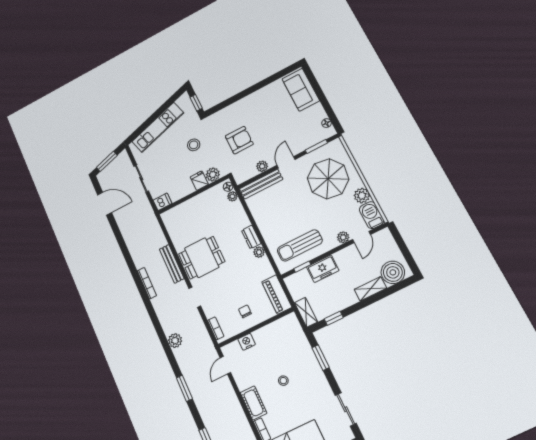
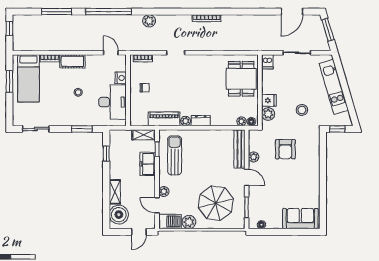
door: (400, 242) -> (139, 232), added
dining table: (202, 258) -> (241, 79), moved
bench: (172, 264) -> (212, 46), removed
piano: (277, 294) -> (164, 119), moved
shelving: (306, 312) -> (144, 135), moved
desk: (276, 338) -> (113, 102), added
window: (184, 388) -> (109, 12), width x2.11

